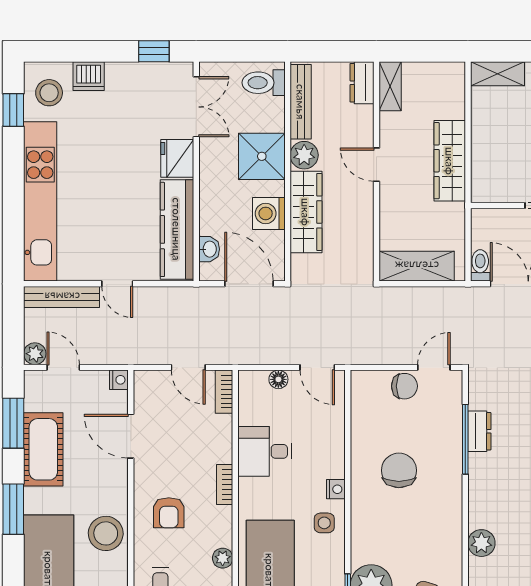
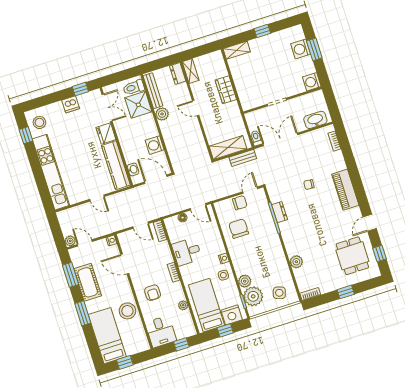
dishwasher: (89, 76) -> (71, 104), moved
shower: (262, 156) -> (138, 105), moved
wardrobe: (450, 161) -> (226, 90), width x0.67
wardrobe: (306, 212) -> (171, 139), removed
bench: (62, 297) -> (243, 158), moved, width x0.73
chair: (399, 470) -> (239, 229), moved
plant: (364, 549) -> (245, 281), added

